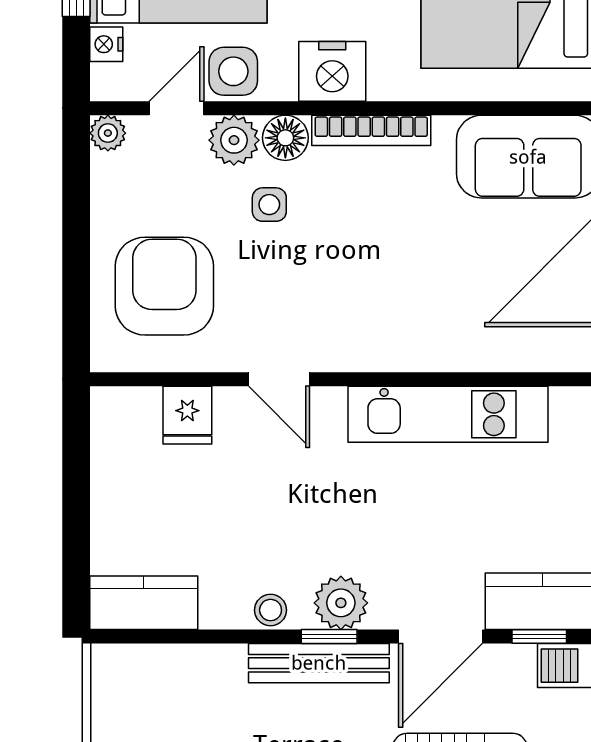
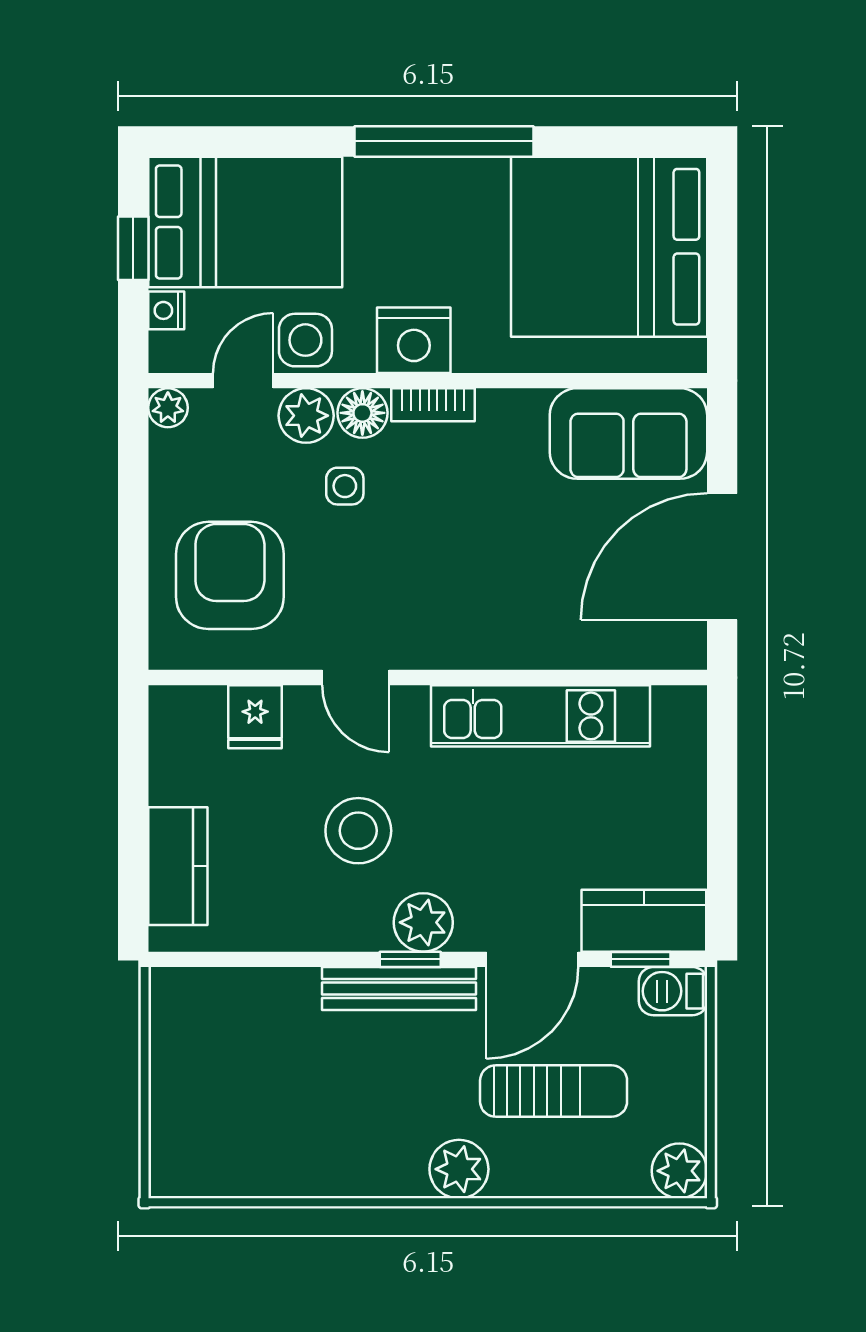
bookcase: (371, 130) -> (433, 405), width x0.64
kitchen counter: (144, 603) -> (178, 866), moved, turned 90
stool: (271, 610) -> (358, 831), moved, width x1.89, depth x1.89

